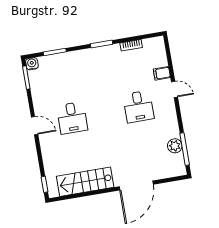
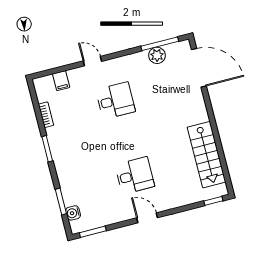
water cooler: (32, 64) -> (73, 213), moved
filing cabinet: (162, 73) -> (61, 81), moved
door: (174, 89) -> (92, 61), hinge flipped
door: (35, 126) -> (147, 218), hinge flipped
door: (136, 185) -> (199, 68), moved

